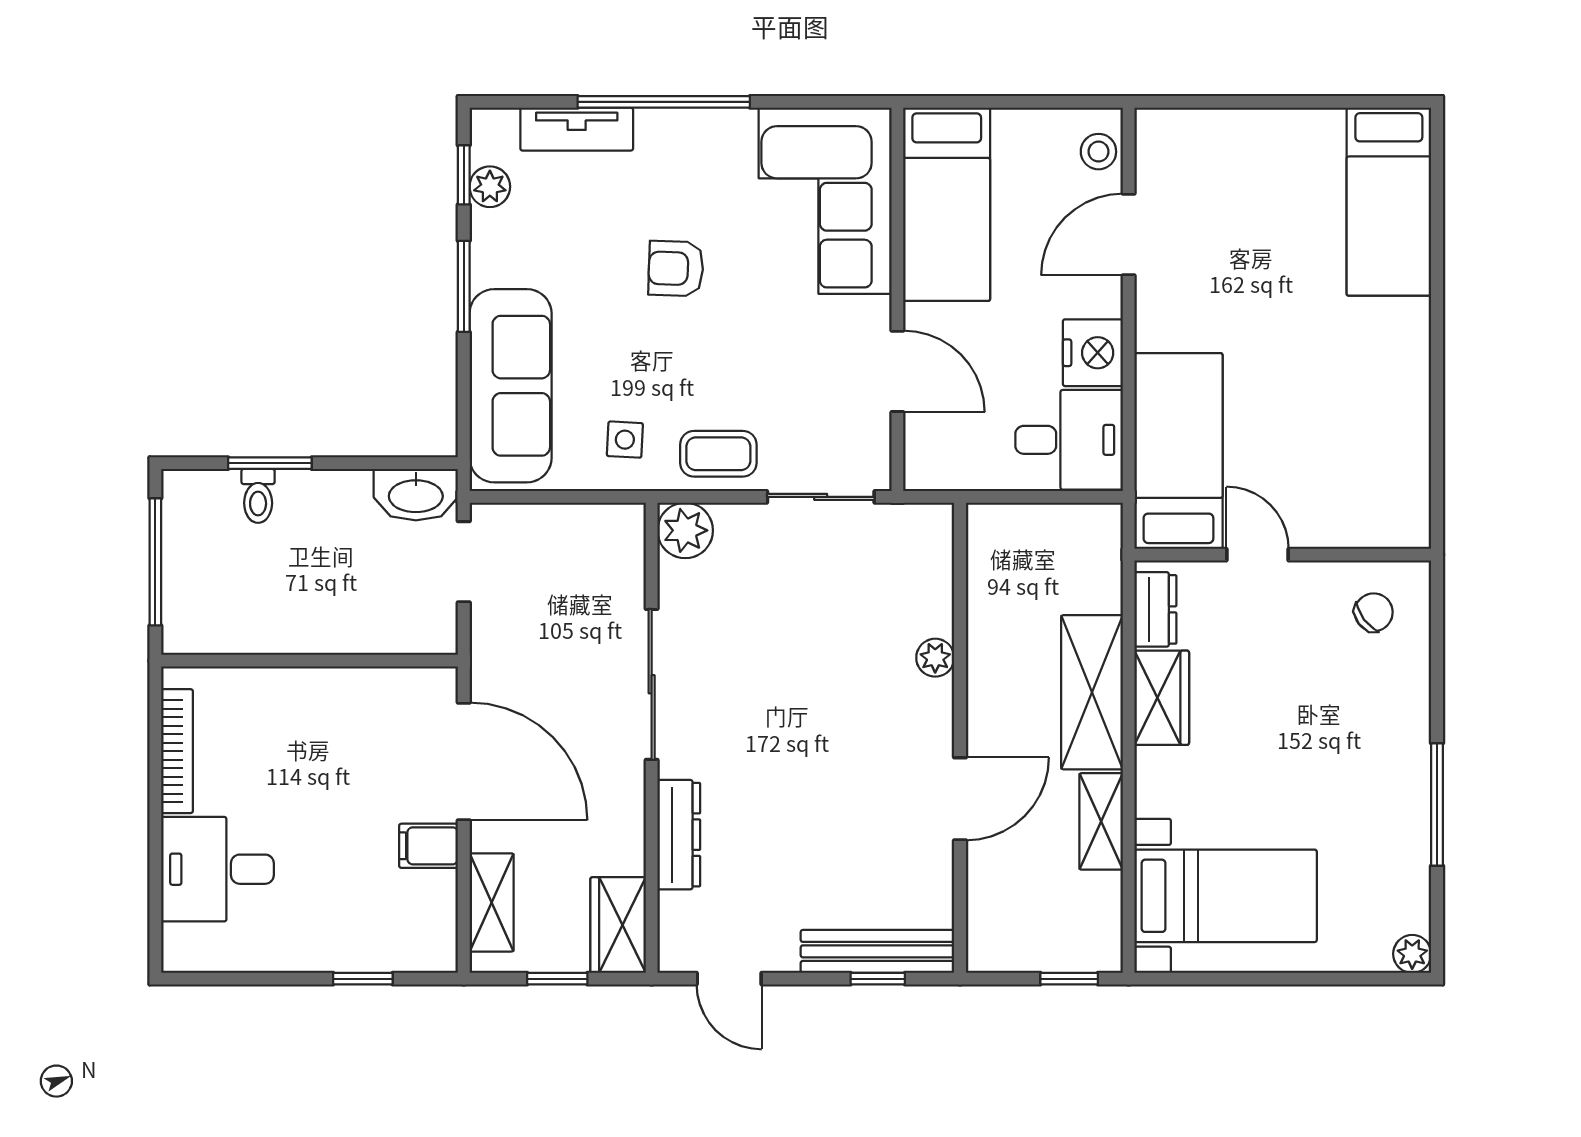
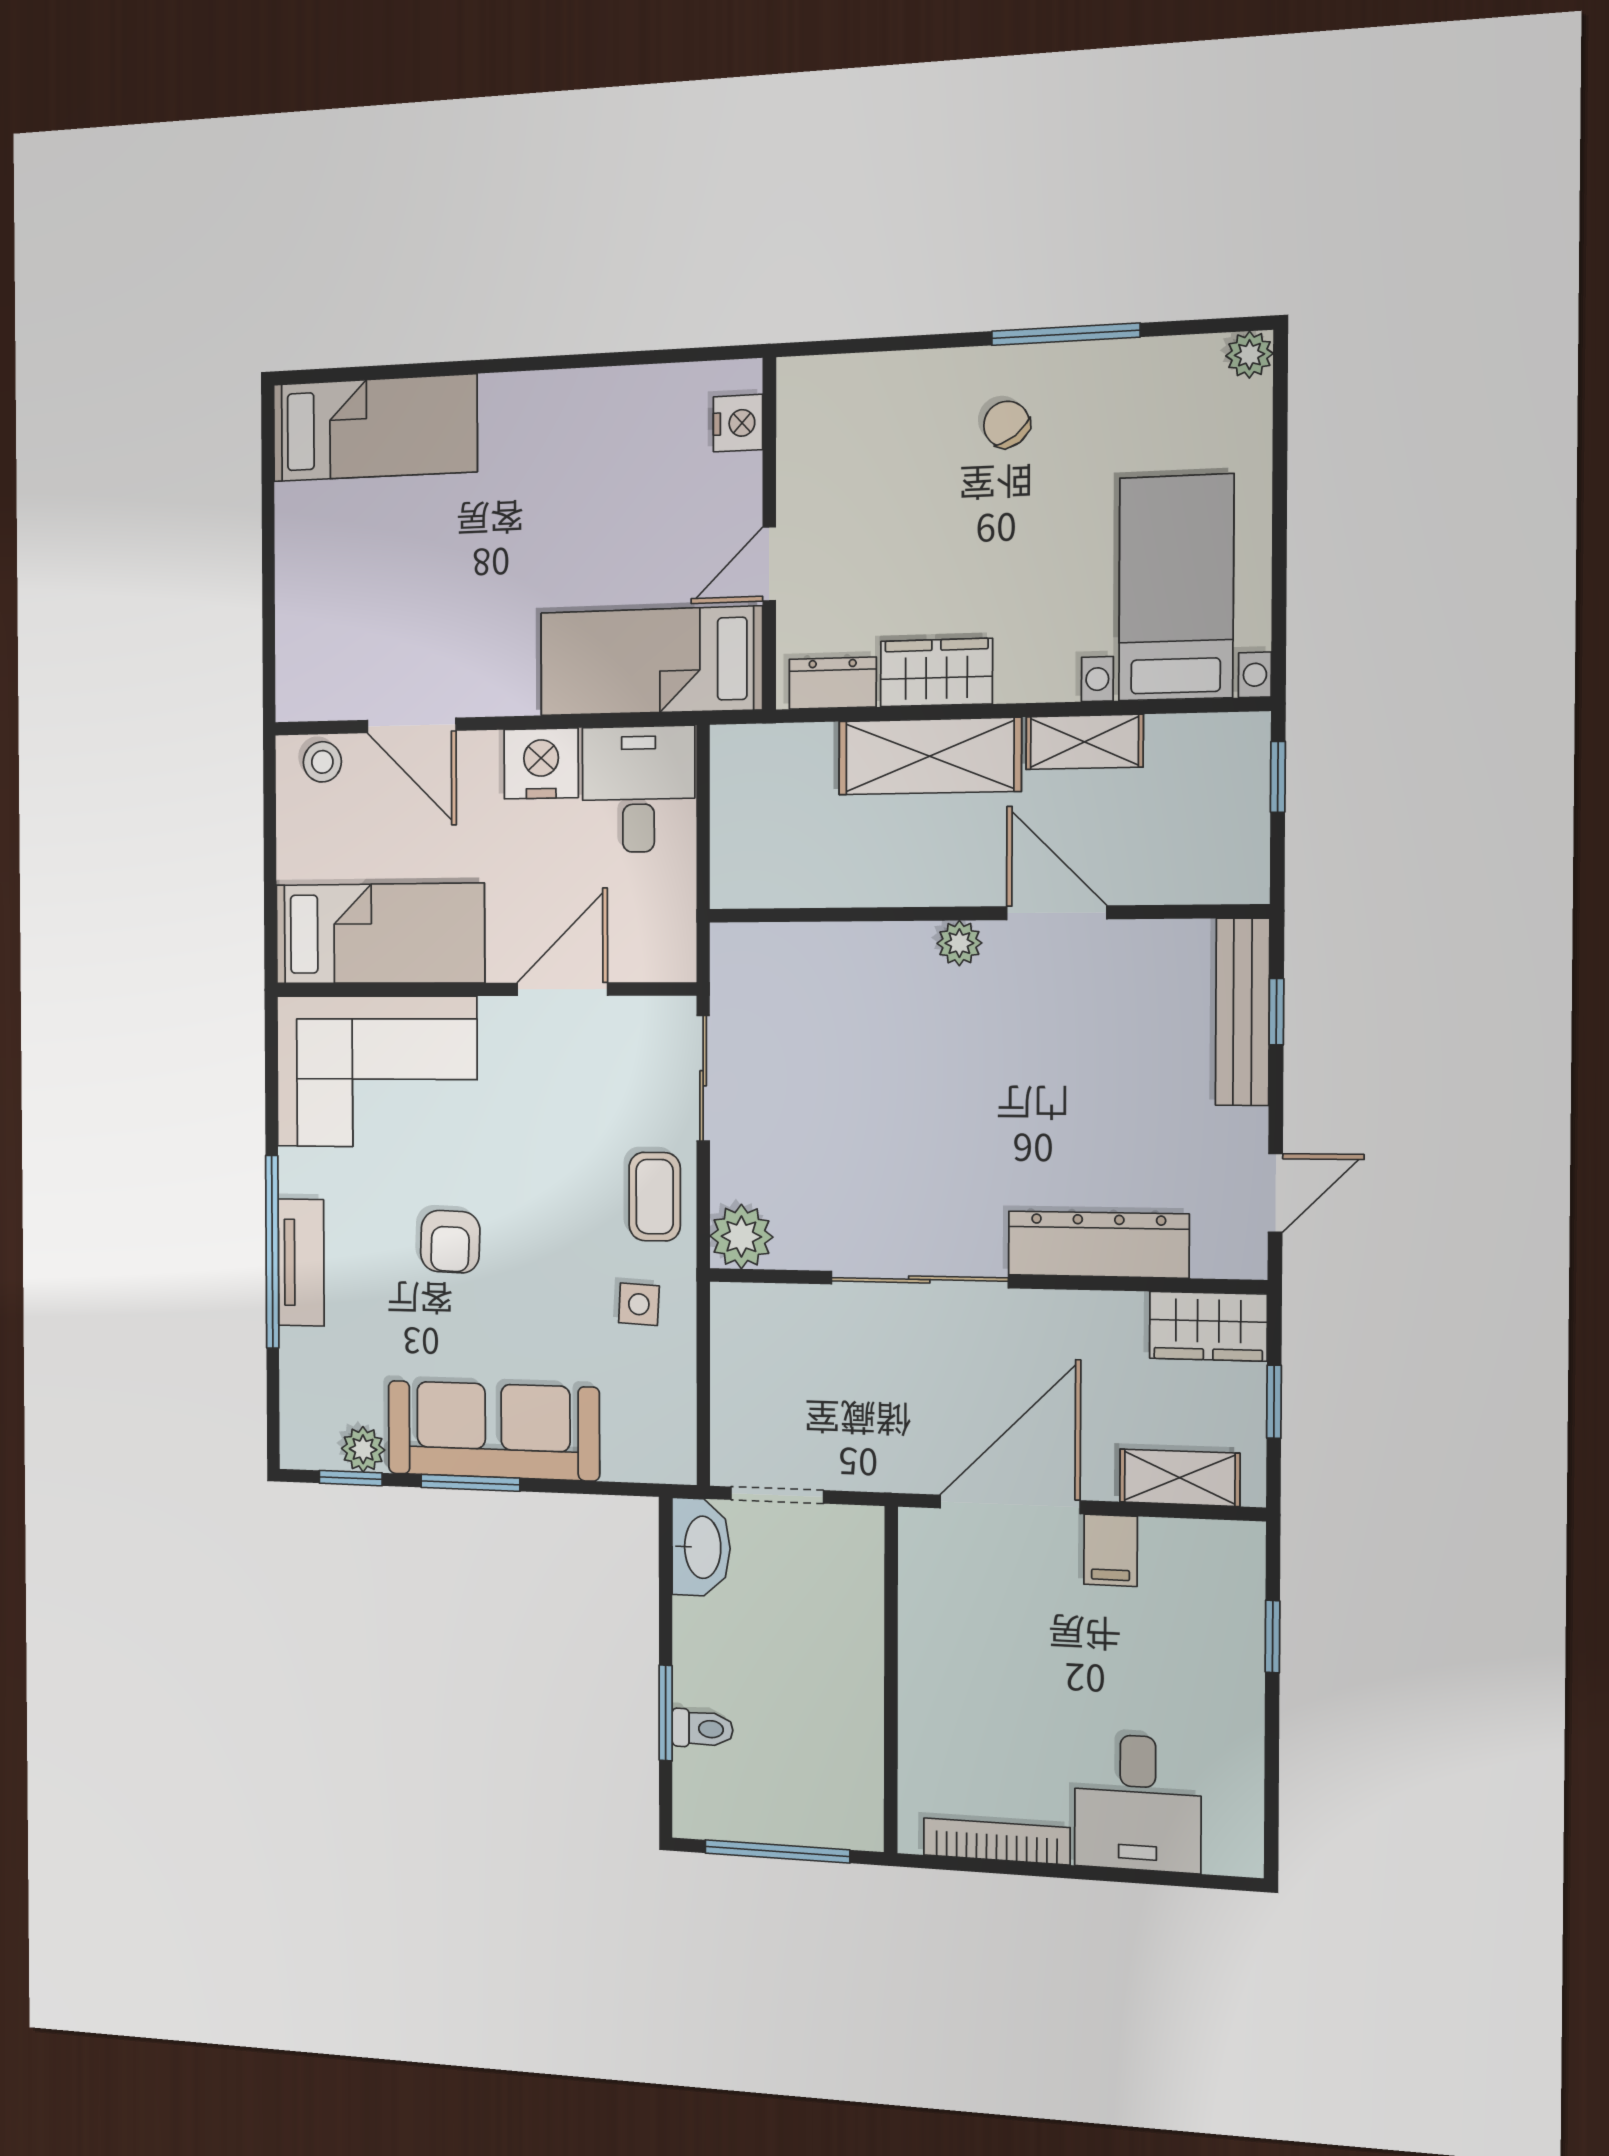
tv unit: (577, 129) -> (301, 1262), moved
sofa: (511, 386) -> (493, 1431), moved
nightstand: (1377, 528) -> (738, 423), added
chair: (1374, 612) -> (1007, 424), moved
plant: (935, 658) -> (959, 943), moved
dresser: (679, 835) -> (1098, 1244), width x1.37, depth x1.24

